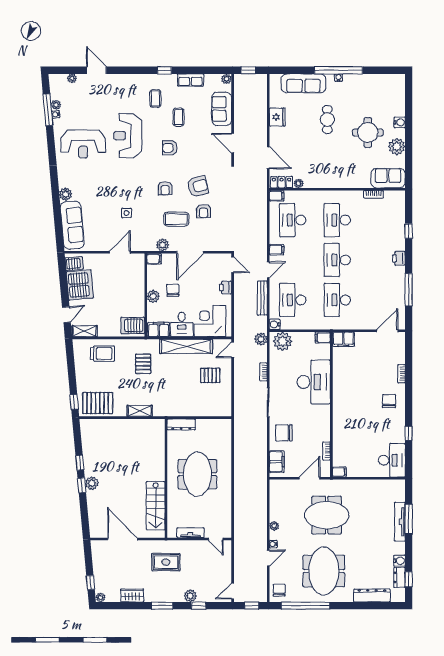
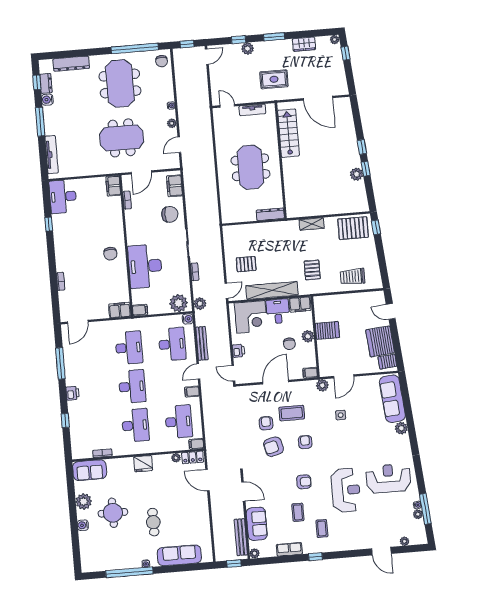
window: (338, 70) -> (129, 572), moved
bench: (239, 97) -> (241, 537), added
fridge: (277, 117) -> (143, 464), moved, turned -90
plant: (163, 245) -> (322, 385), moved
door: (66, 315) -> (391, 311), hinge flipped
server rack: (133, 325) -> (327, 330), moved
shelving: (85, 331) -> (372, 297), removed
chair: (389, 401) -> (110, 254), moved
filing cabinet: (339, 472) -> (113, 186), width x2.00
plant: (92, 483) -> (357, 174), moved
window: (409, 519) -> (40, 122), moved
tv unit: (400, 522) -> (52, 155), moved
door: (268, 558) -> (179, 145), moved

